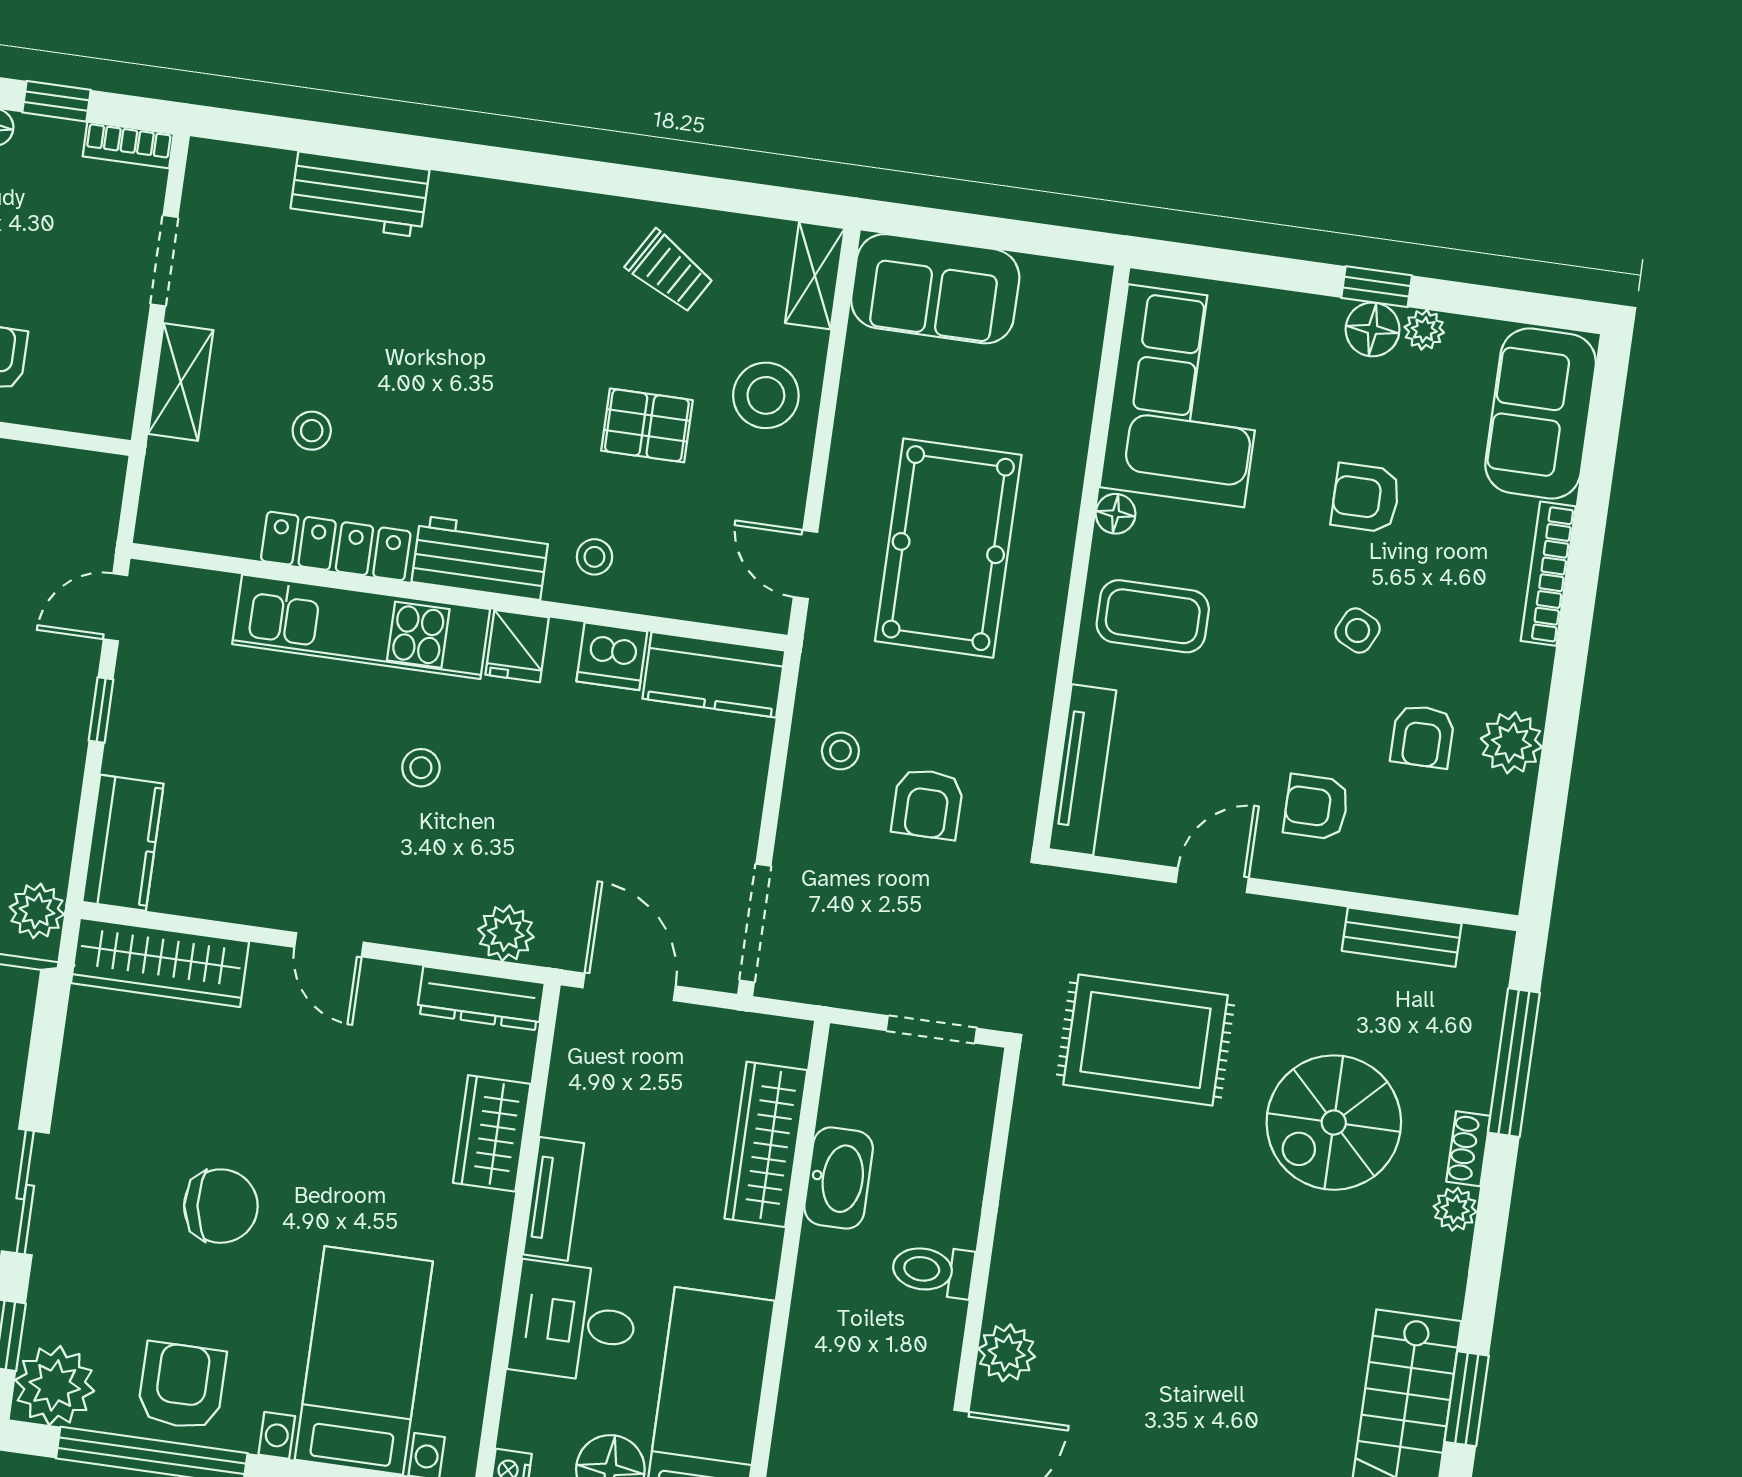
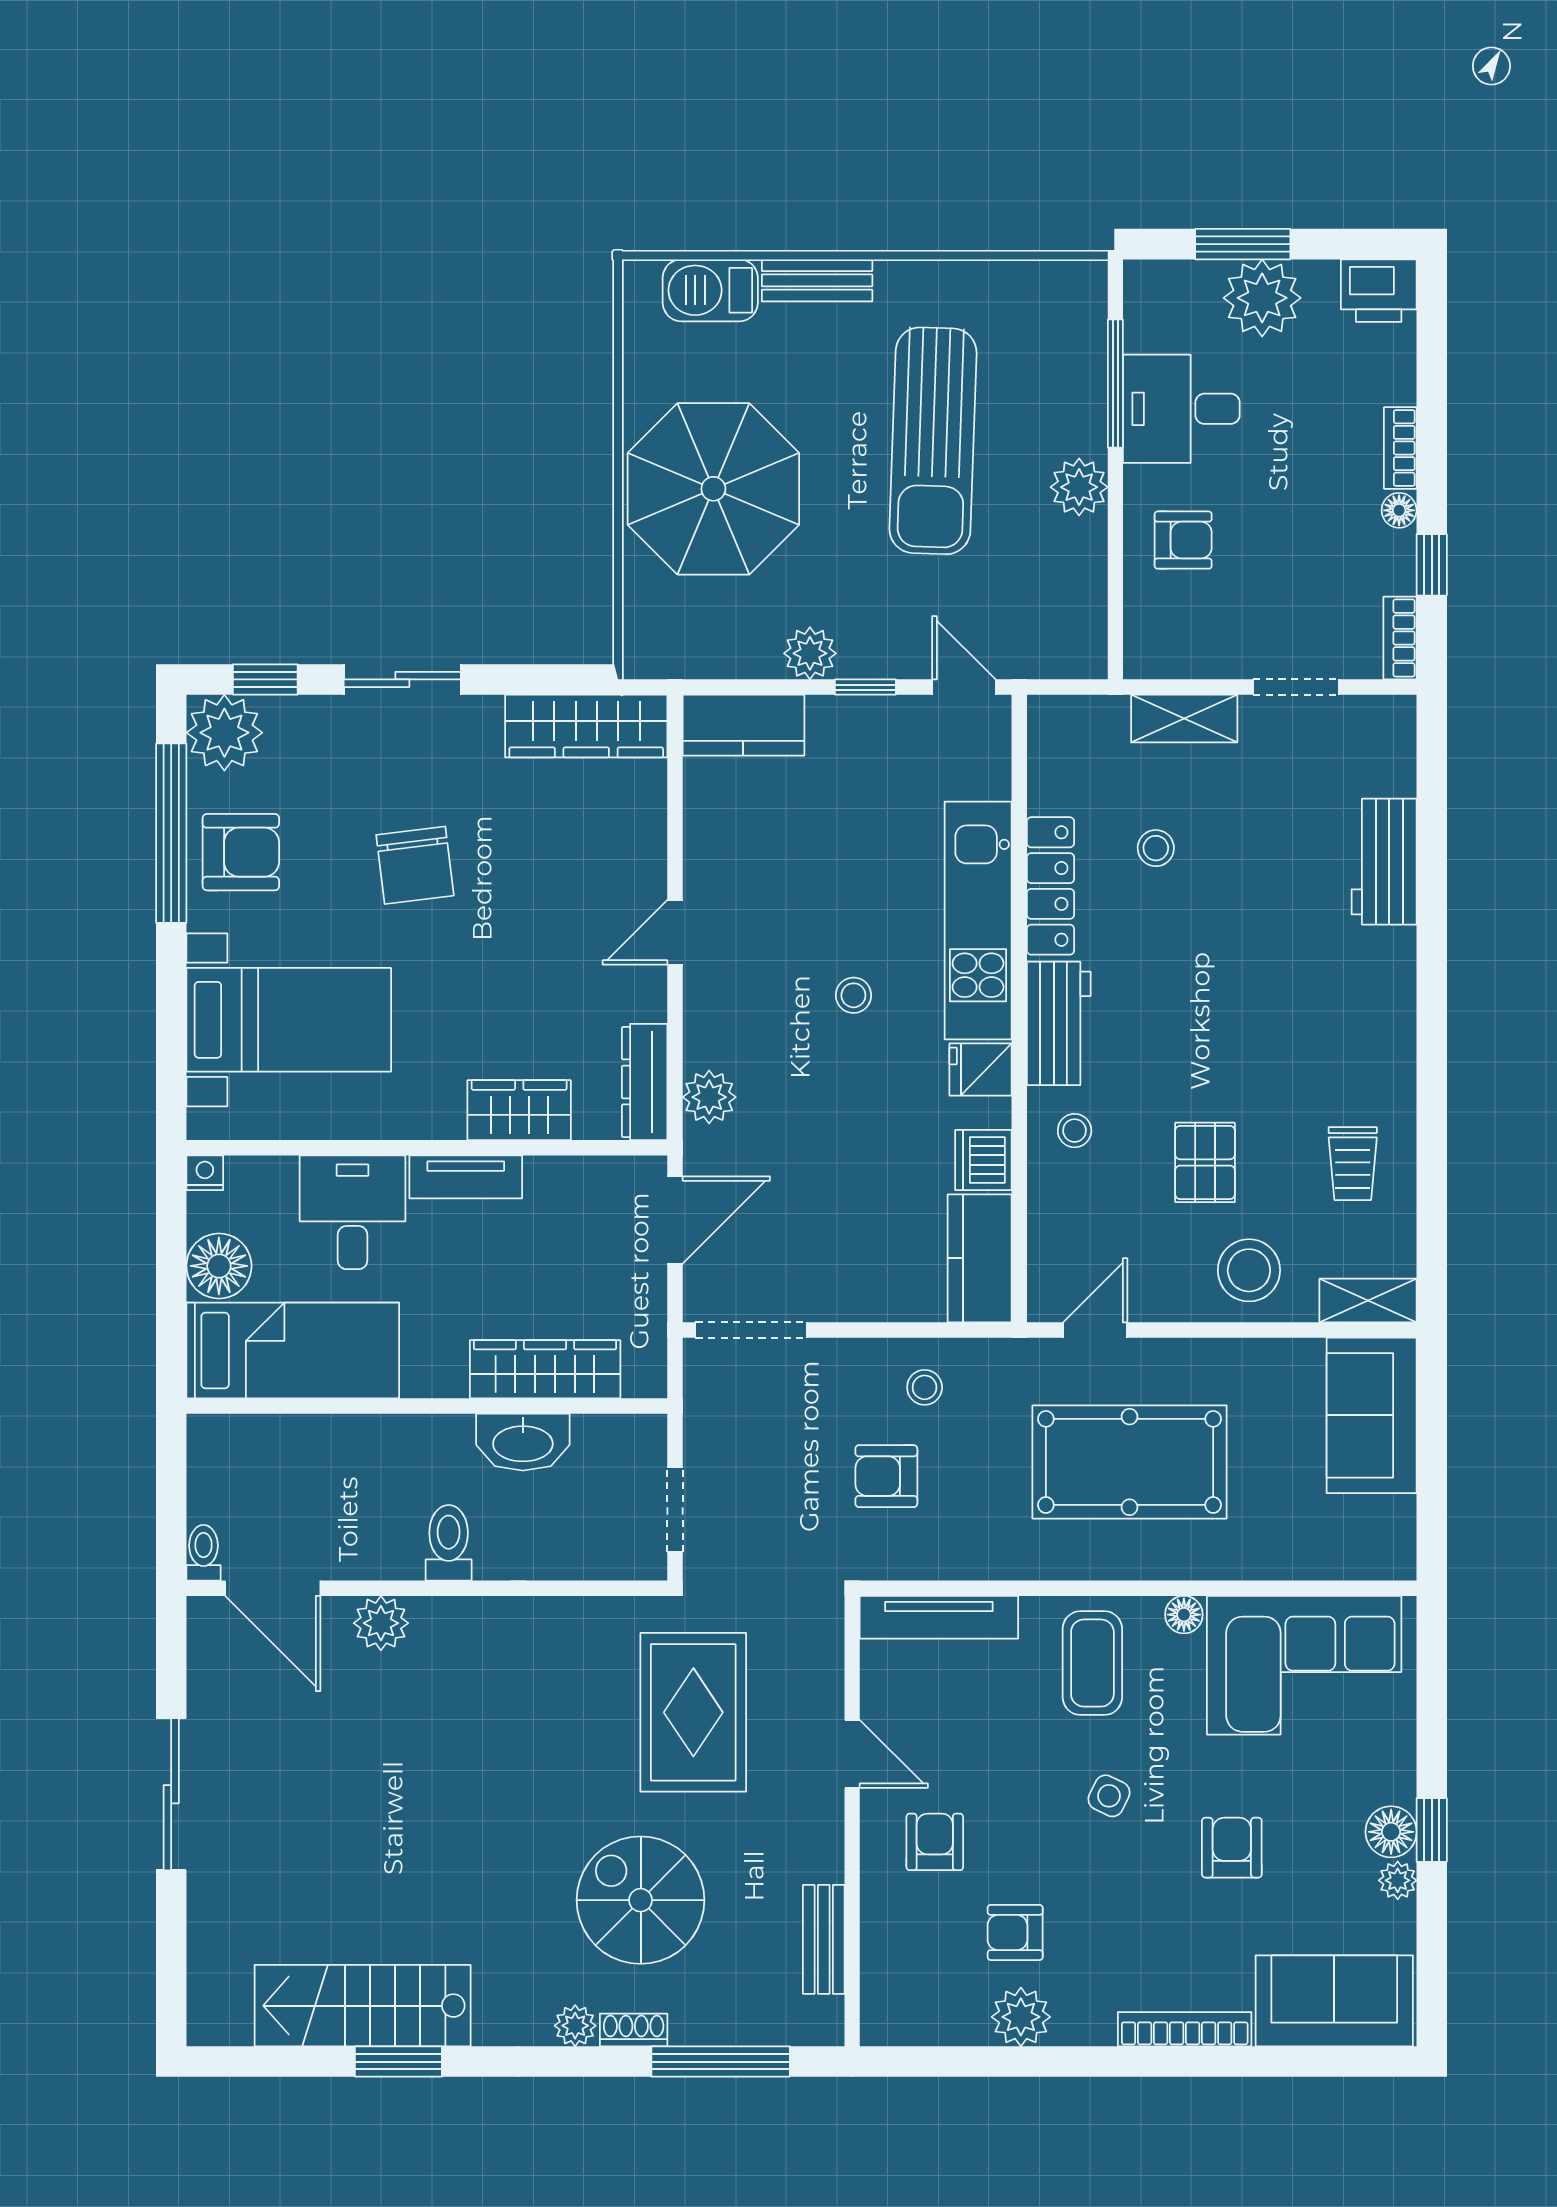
trolley: (670, 271) -> (1353, 1164), turned -31
side table: (1358, 630) -> (1109, 1796), moved
plant: (37, 911) -> (810, 653), moved
wardrobe: (160, 962) -> (586, 726), moved, turned -90

